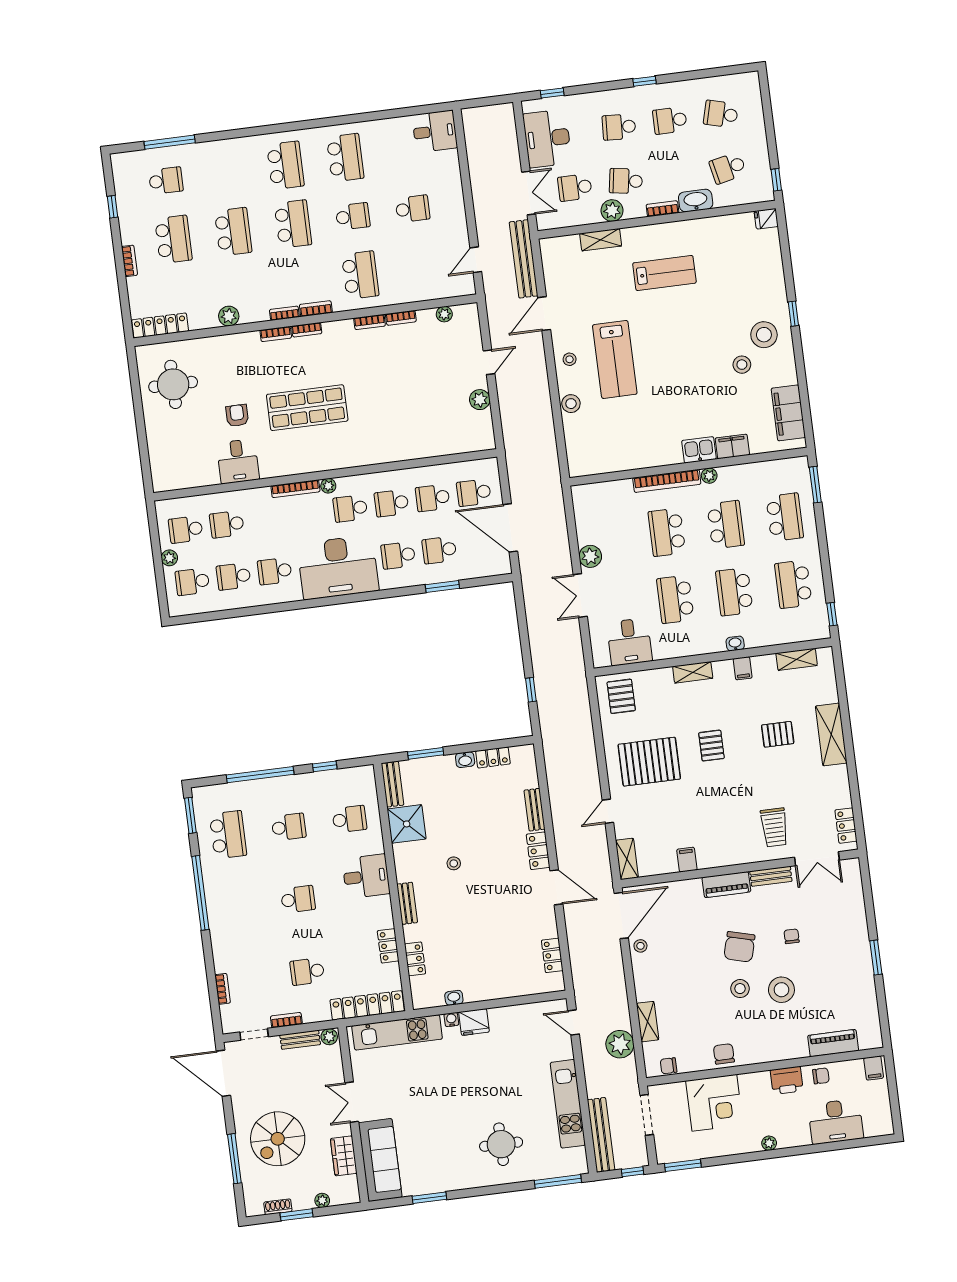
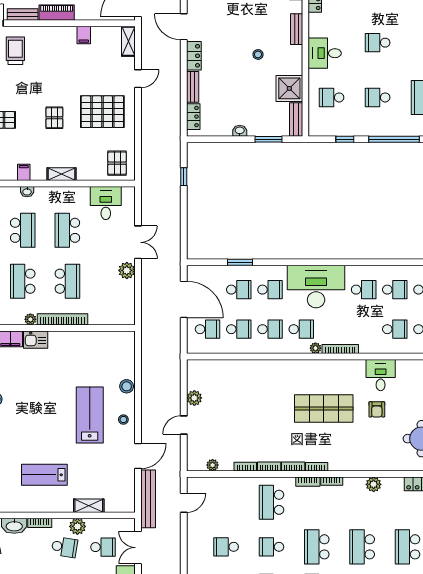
bookcase: (276, 334) -> (293, 466), moved
school desk: (675, 599) -> (67, 230), turned 180
locker: (493, 757) -> (193, 117), moved, turned 90

